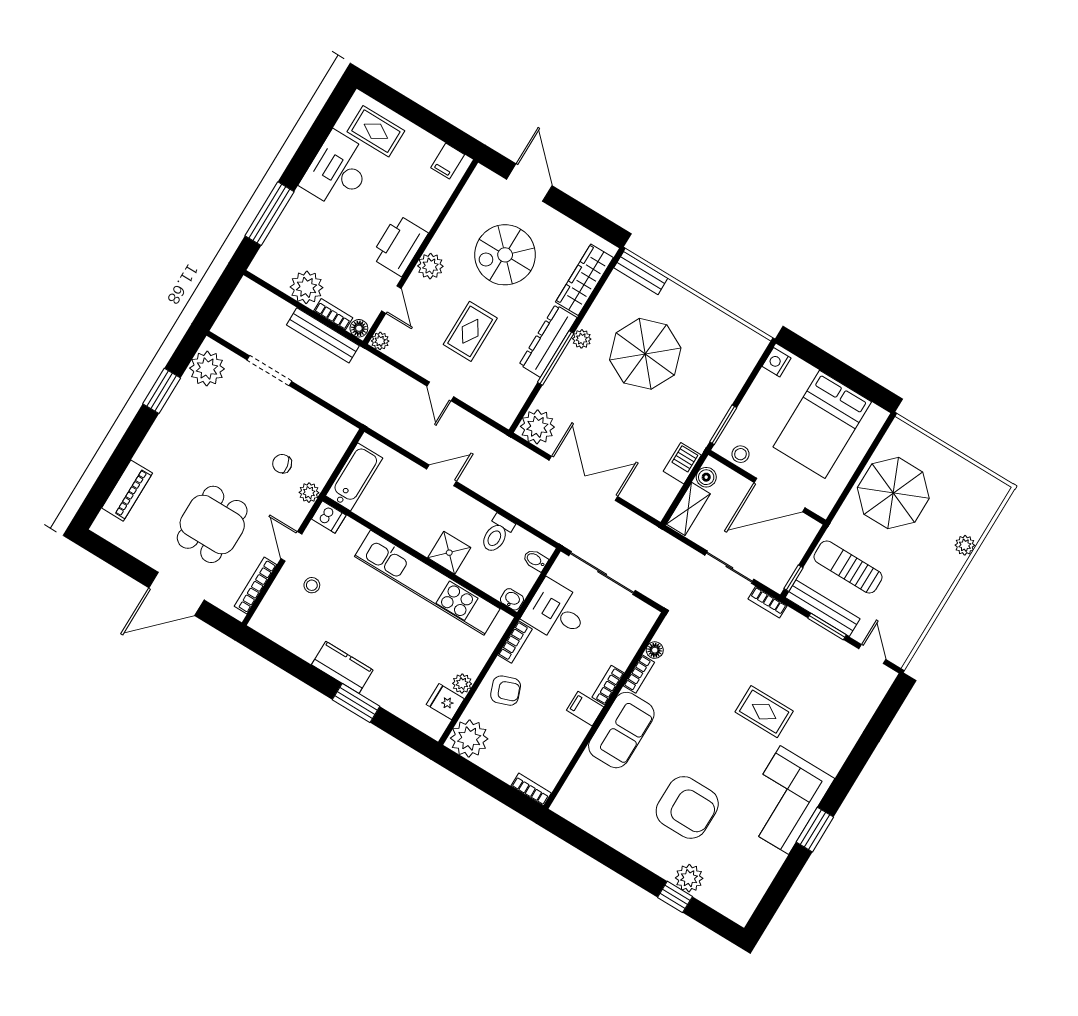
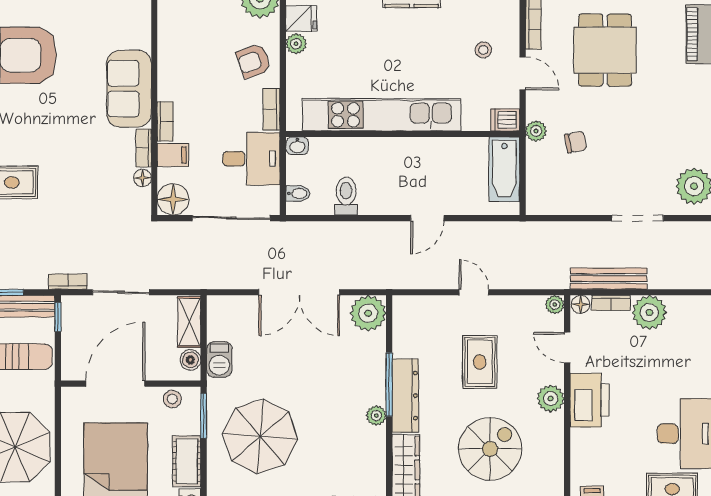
parasol: (645, 354) -> (260, 436), moved
cot: (760, 396) -> (187, 461), added
shower: (449, 553) -> (378, 153), removed
floor lamp: (640, 617) -> (173, 199), added
filing cabinet: (585, 709) -> (173, 155), moved

